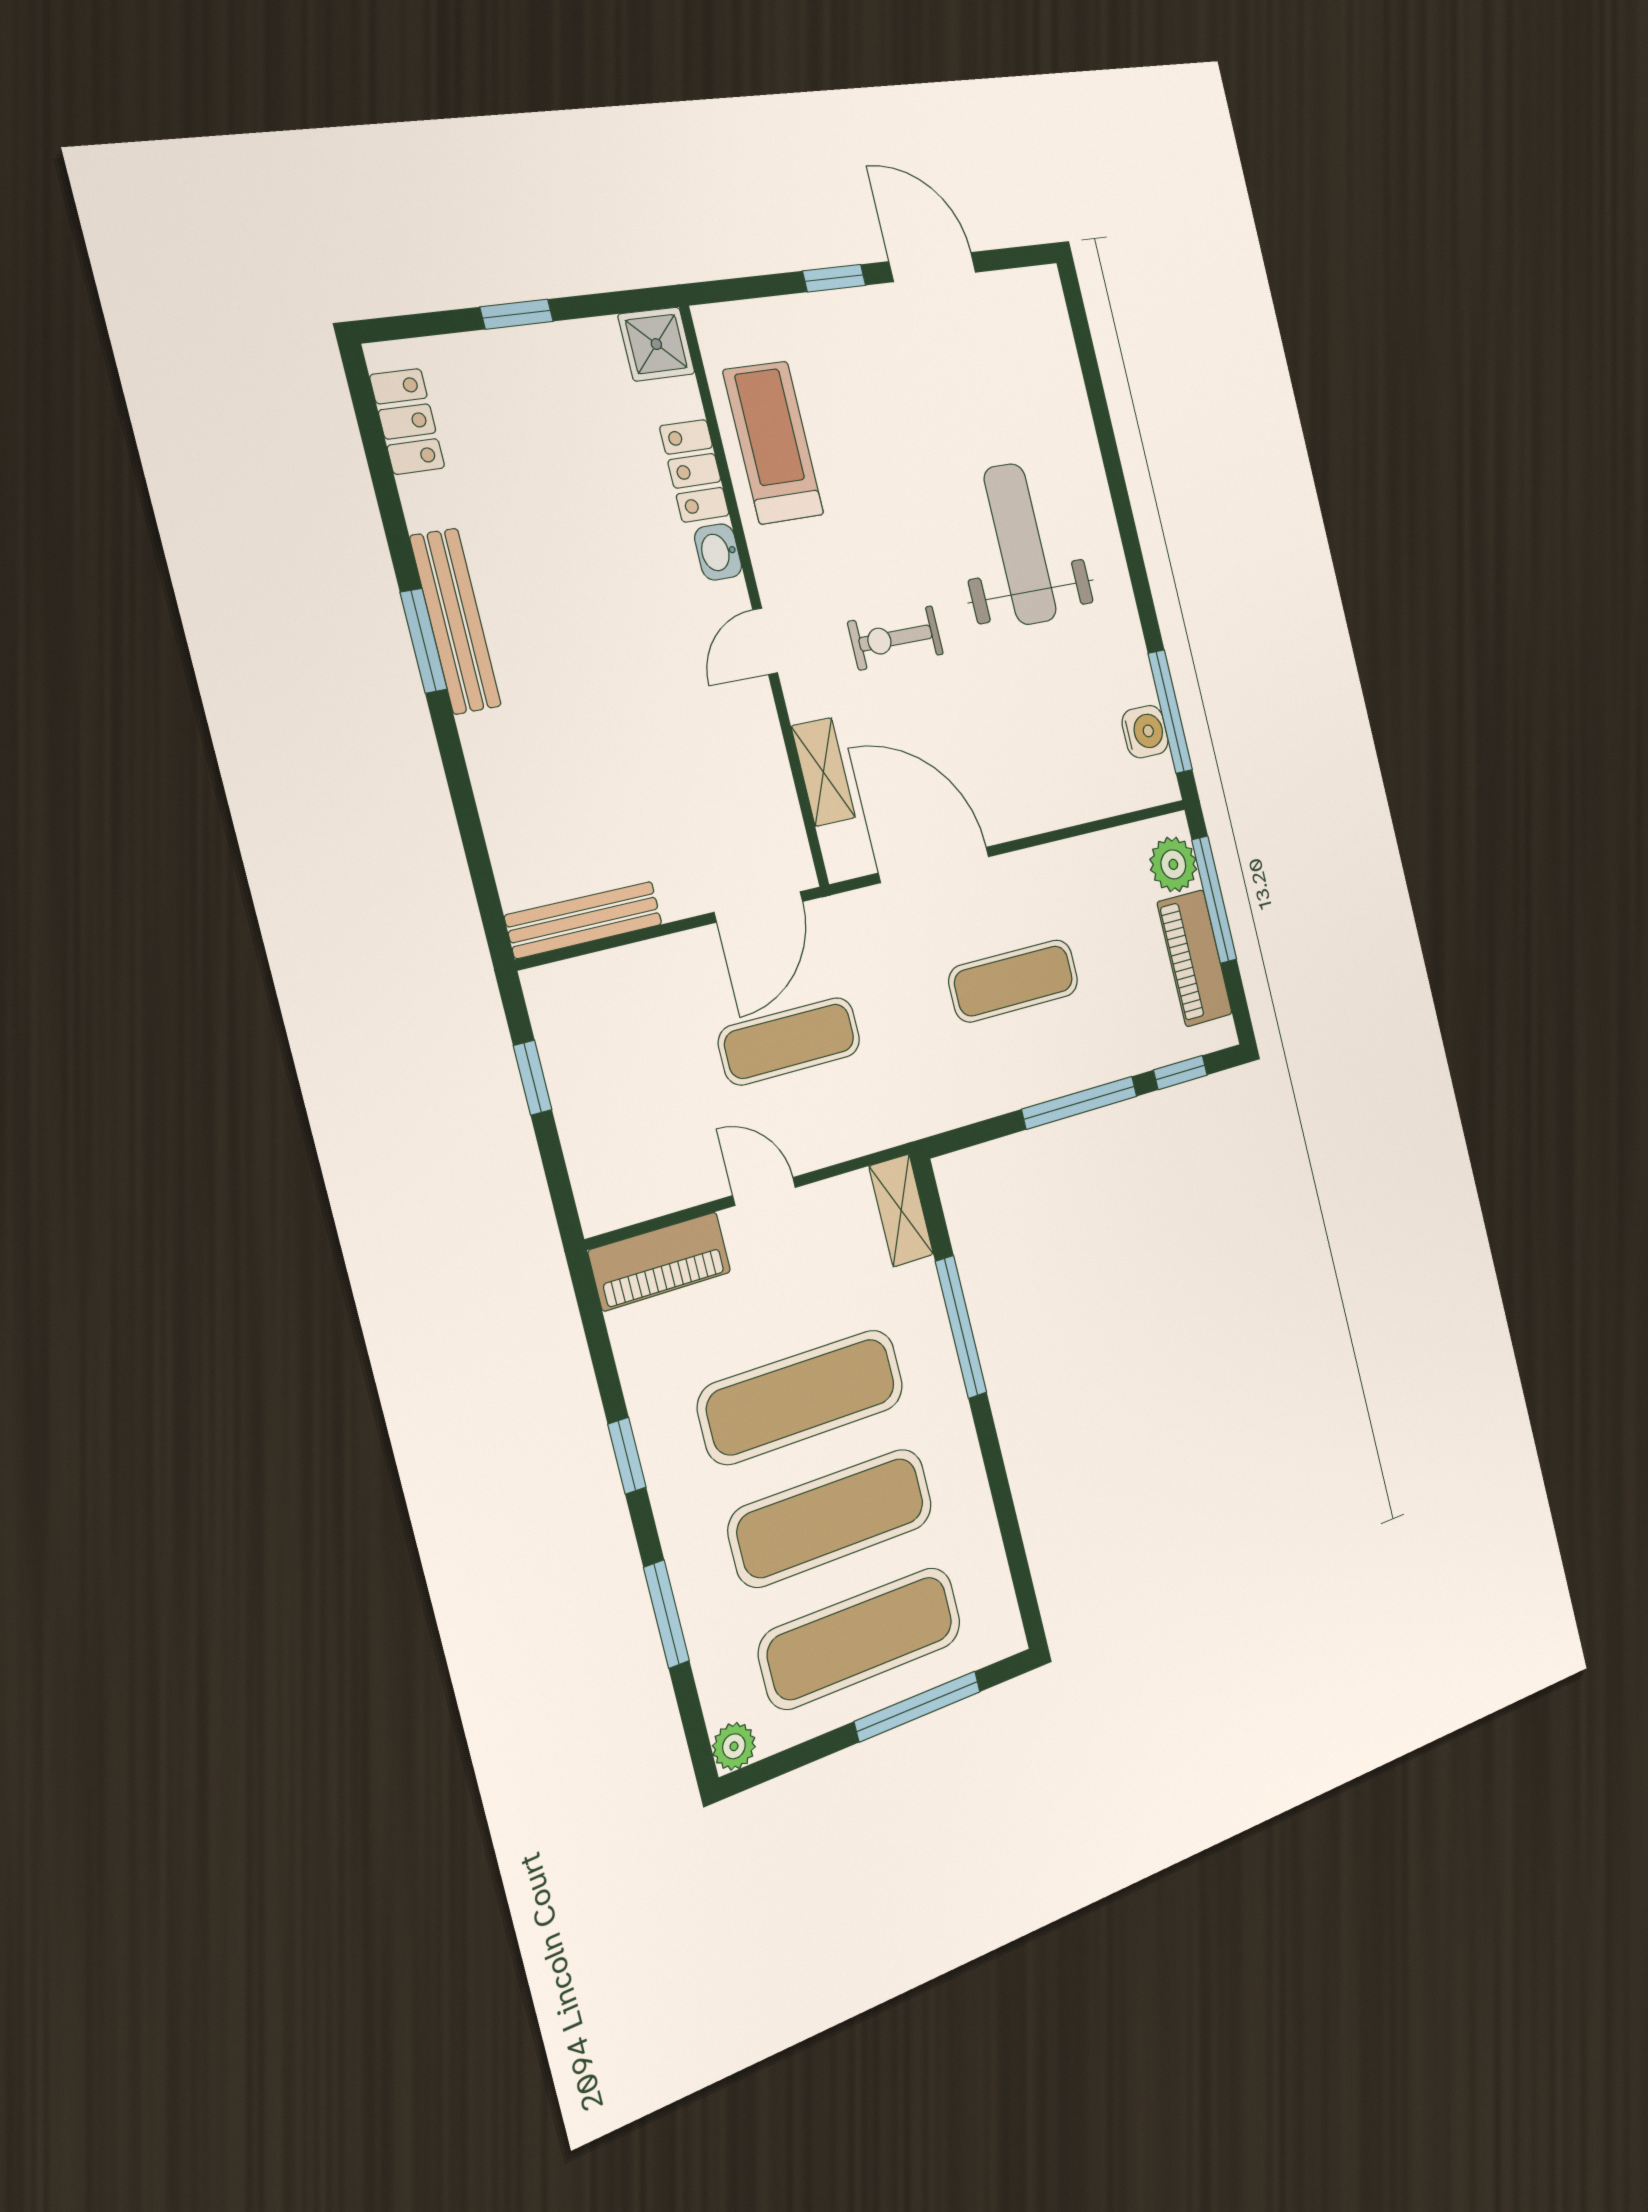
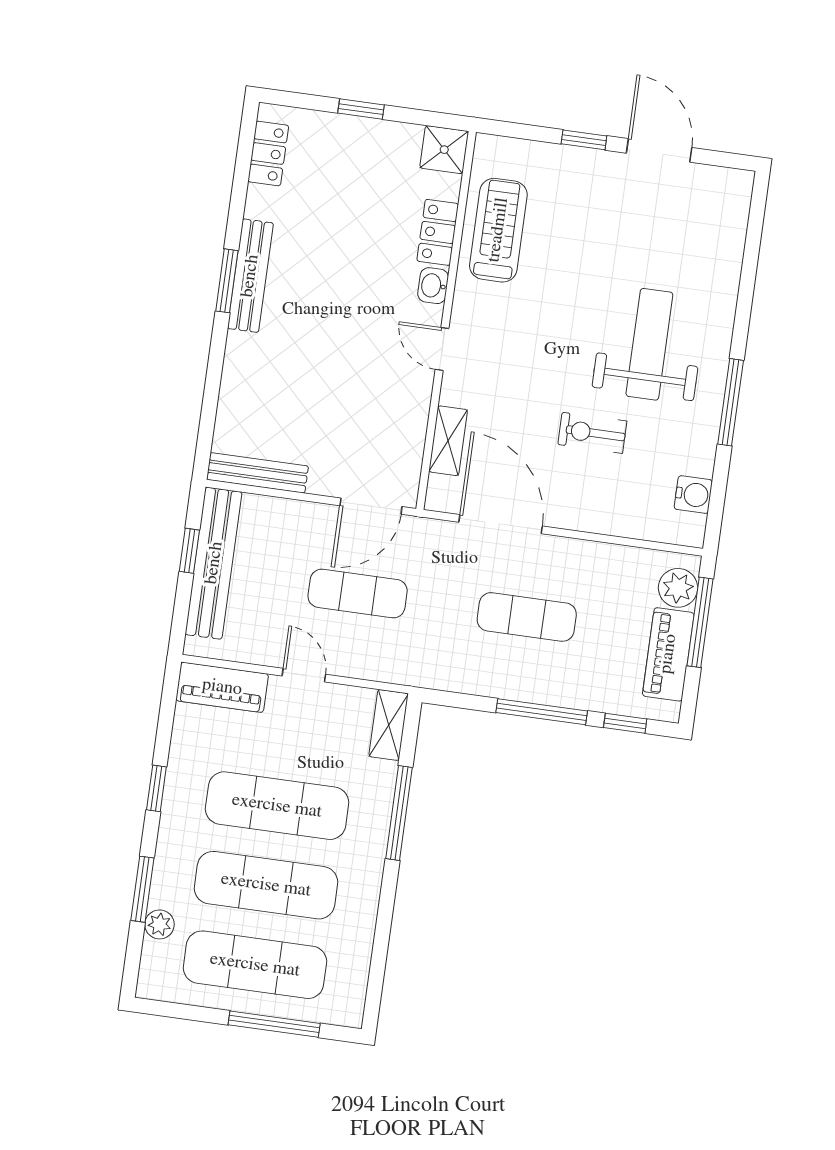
exercise bike: (896, 638) -> (592, 433), moved
door: (765, 641) -> (442, 349), hinge flipped
window: (1170, 712) -> (731, 402), moved
bench: (575, 1082) -> (214, 563), added
plant: (734, 1746) -> (159, 924), moved

